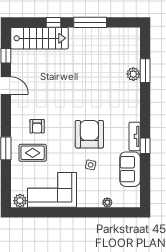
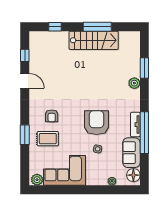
window: (53, 22) -> (55, 27), moved
stairs: (39, 38) -> (94, 40), moved
plant: (133, 74) -> (134, 83), moved
window: (145, 146) -> (144, 133), width x3.17
floor lamp: (132, 195) -> (133, 175), added

